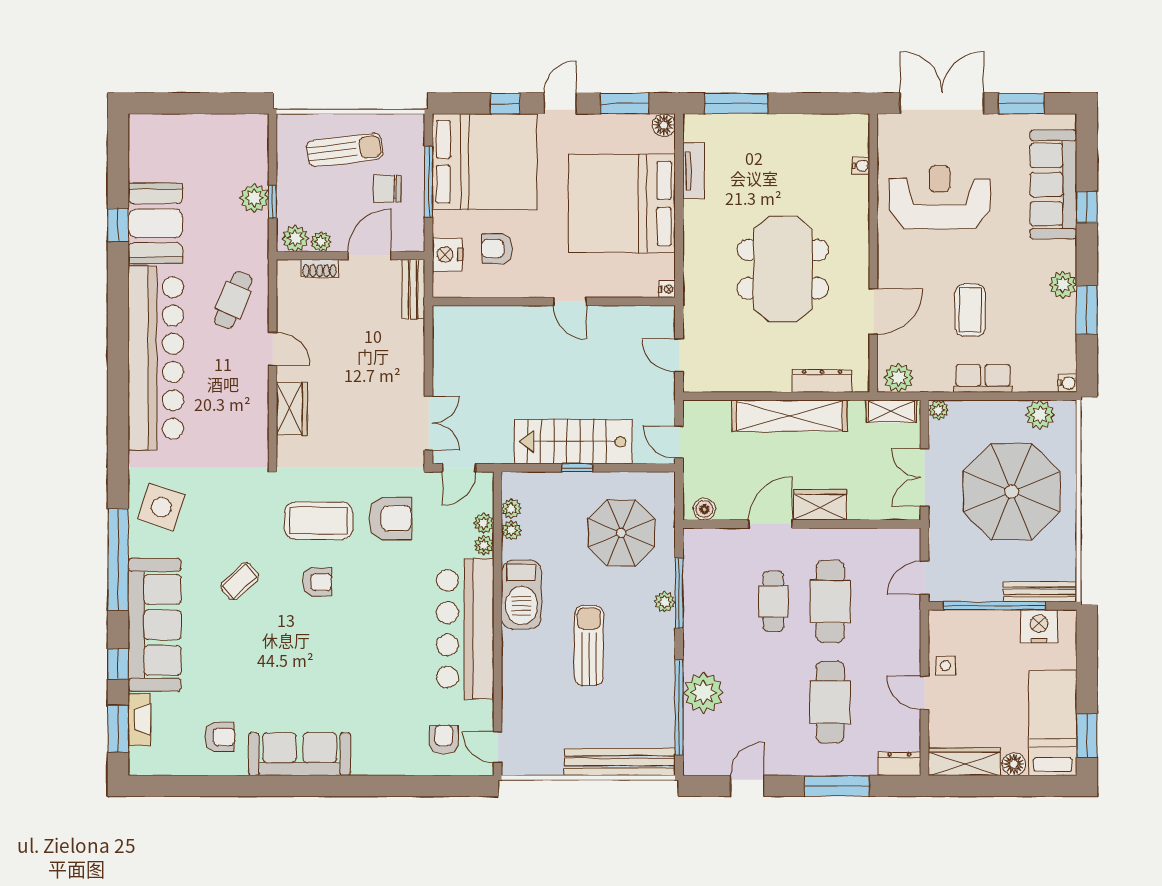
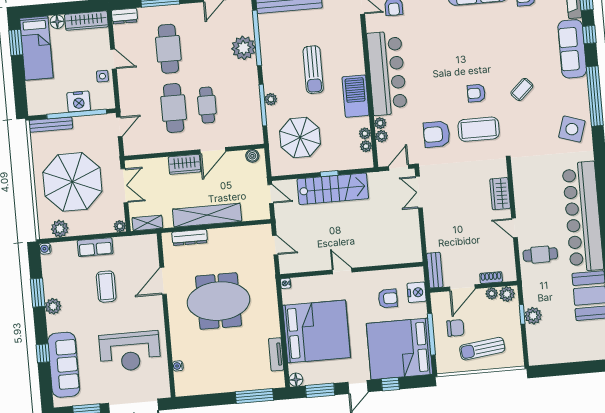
meeting table: (783, 269) -> (219, 301), turned 90
cafe table: (233, 300) -> (540, 255), turned 67
plant: (899, 378) -> (145, 243), removed
sofa: (155, 625) -> (572, 49), width x0.74, depth x0.79
nightstand: (1039, 626) -> (79, 102), moved

